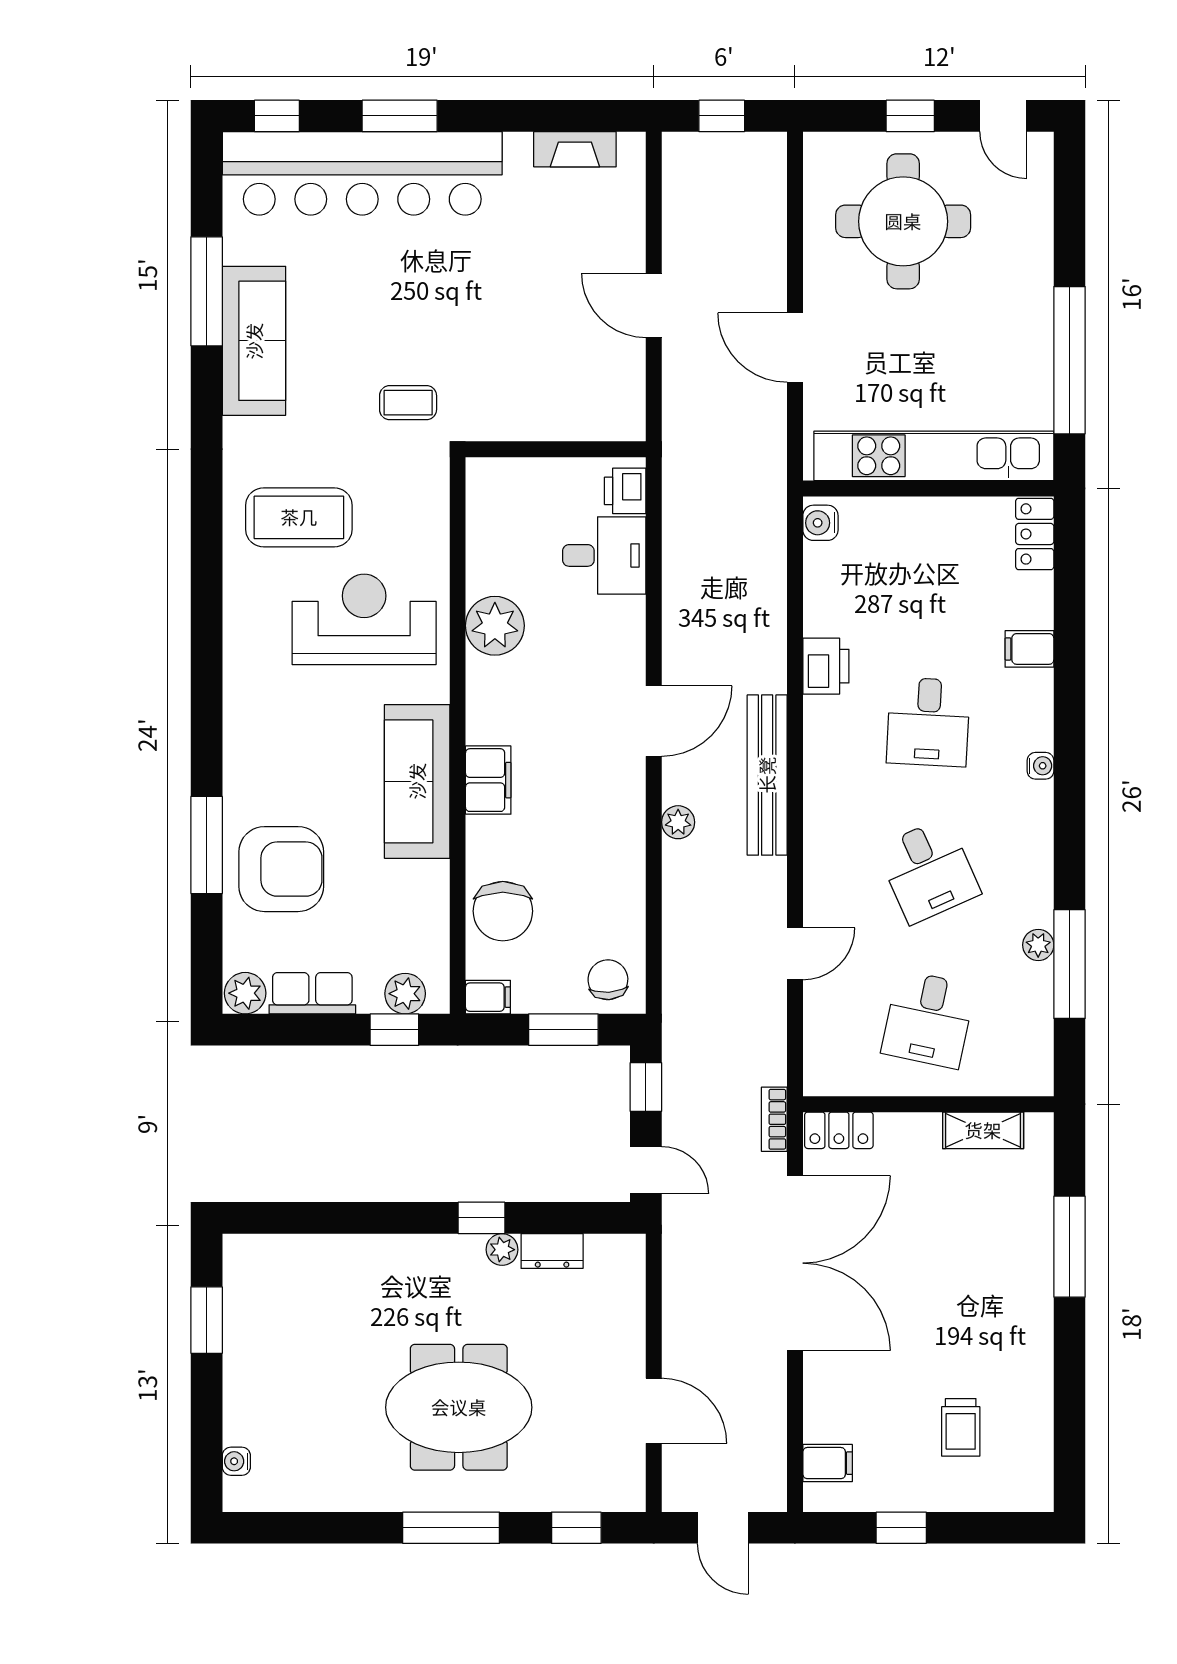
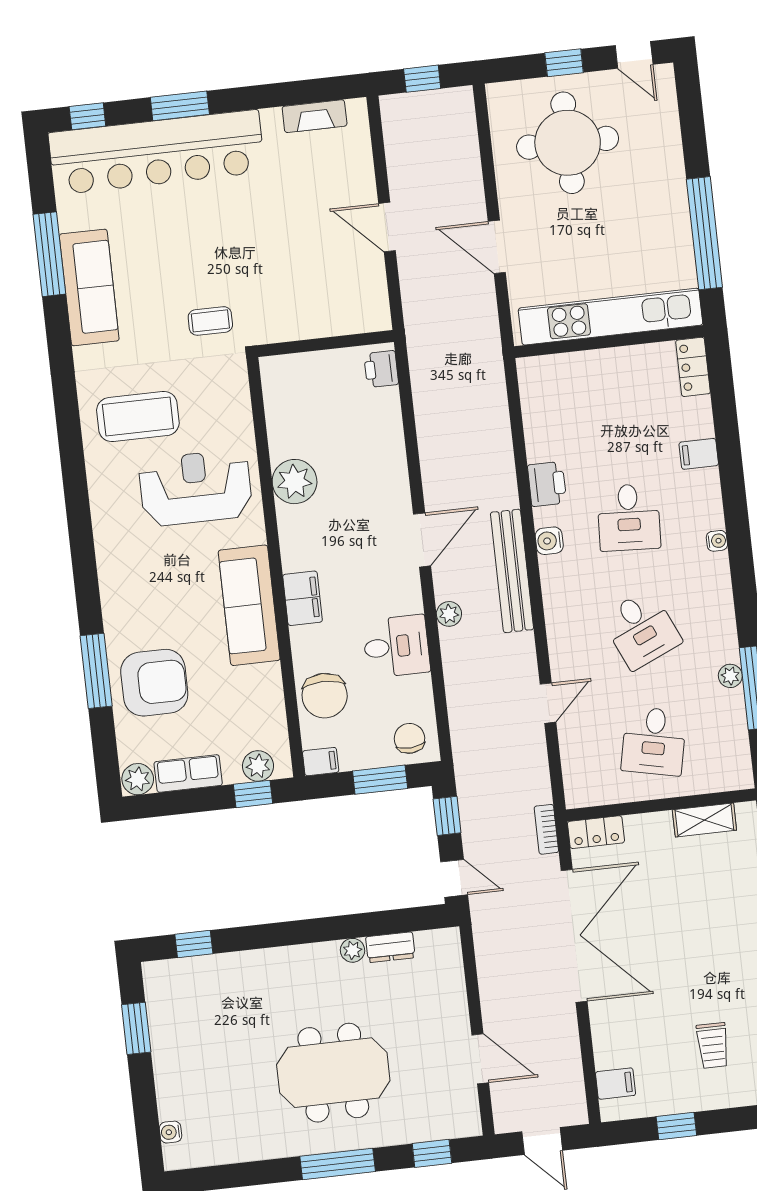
water cooler: (820, 523) -> (549, 541), moved
desk: (604, 555) -> (396, 646), moved
window: (481, 1218) -> (194, 944), moved

